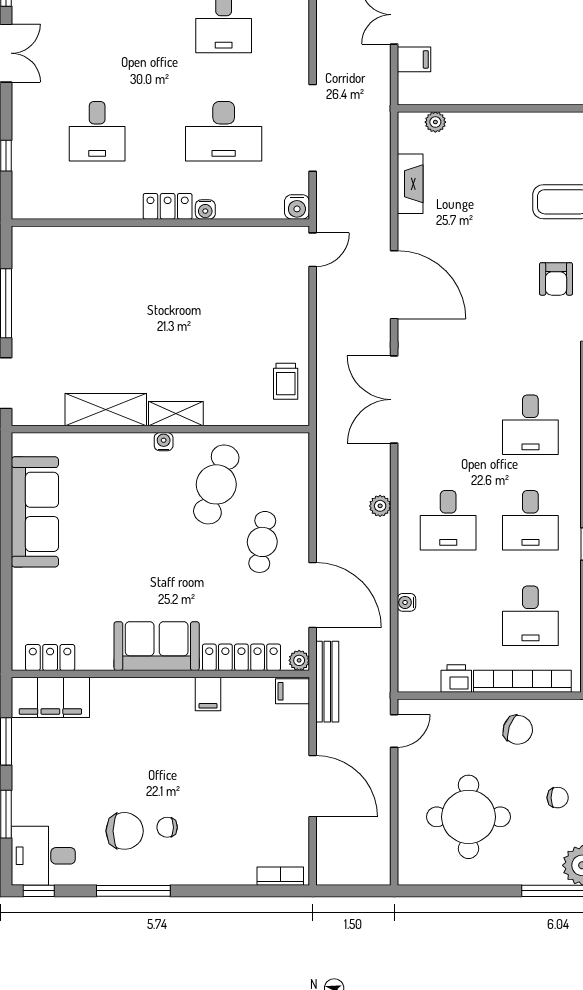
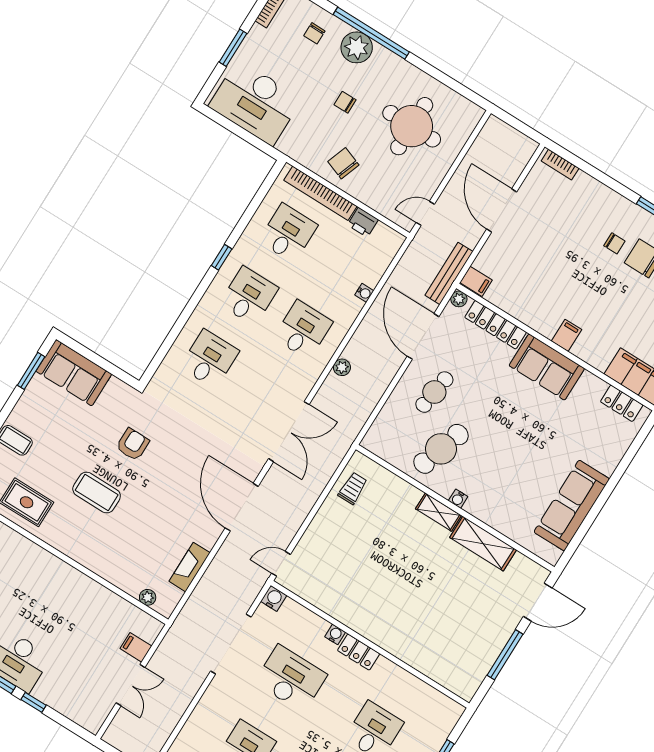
filing cabinet: (208, 694) -> (566, 335), moved

